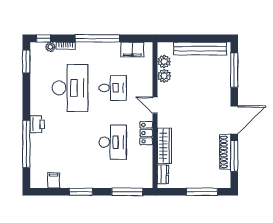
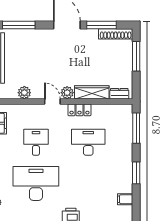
plant: (164, 62) -> (67, 93), moved
door: (155, 105) -> (52, 101), swing flipped
shoe rack: (225, 152) -> (116, 34), moved

